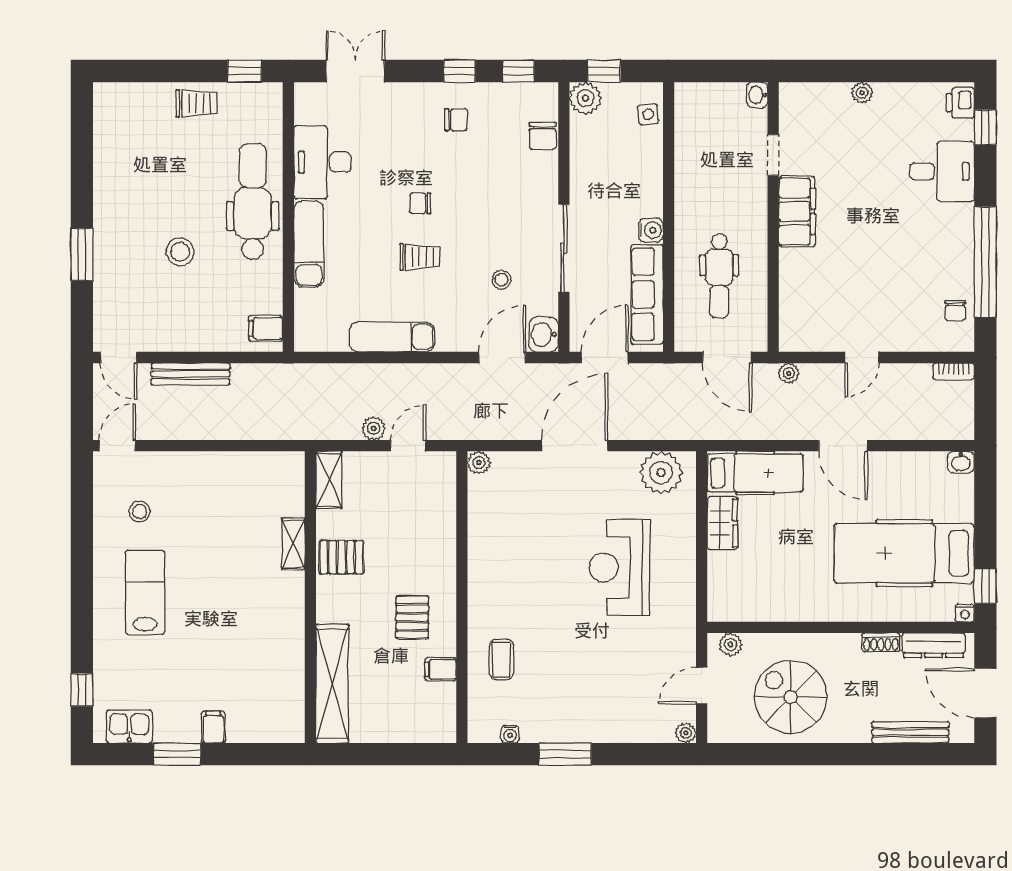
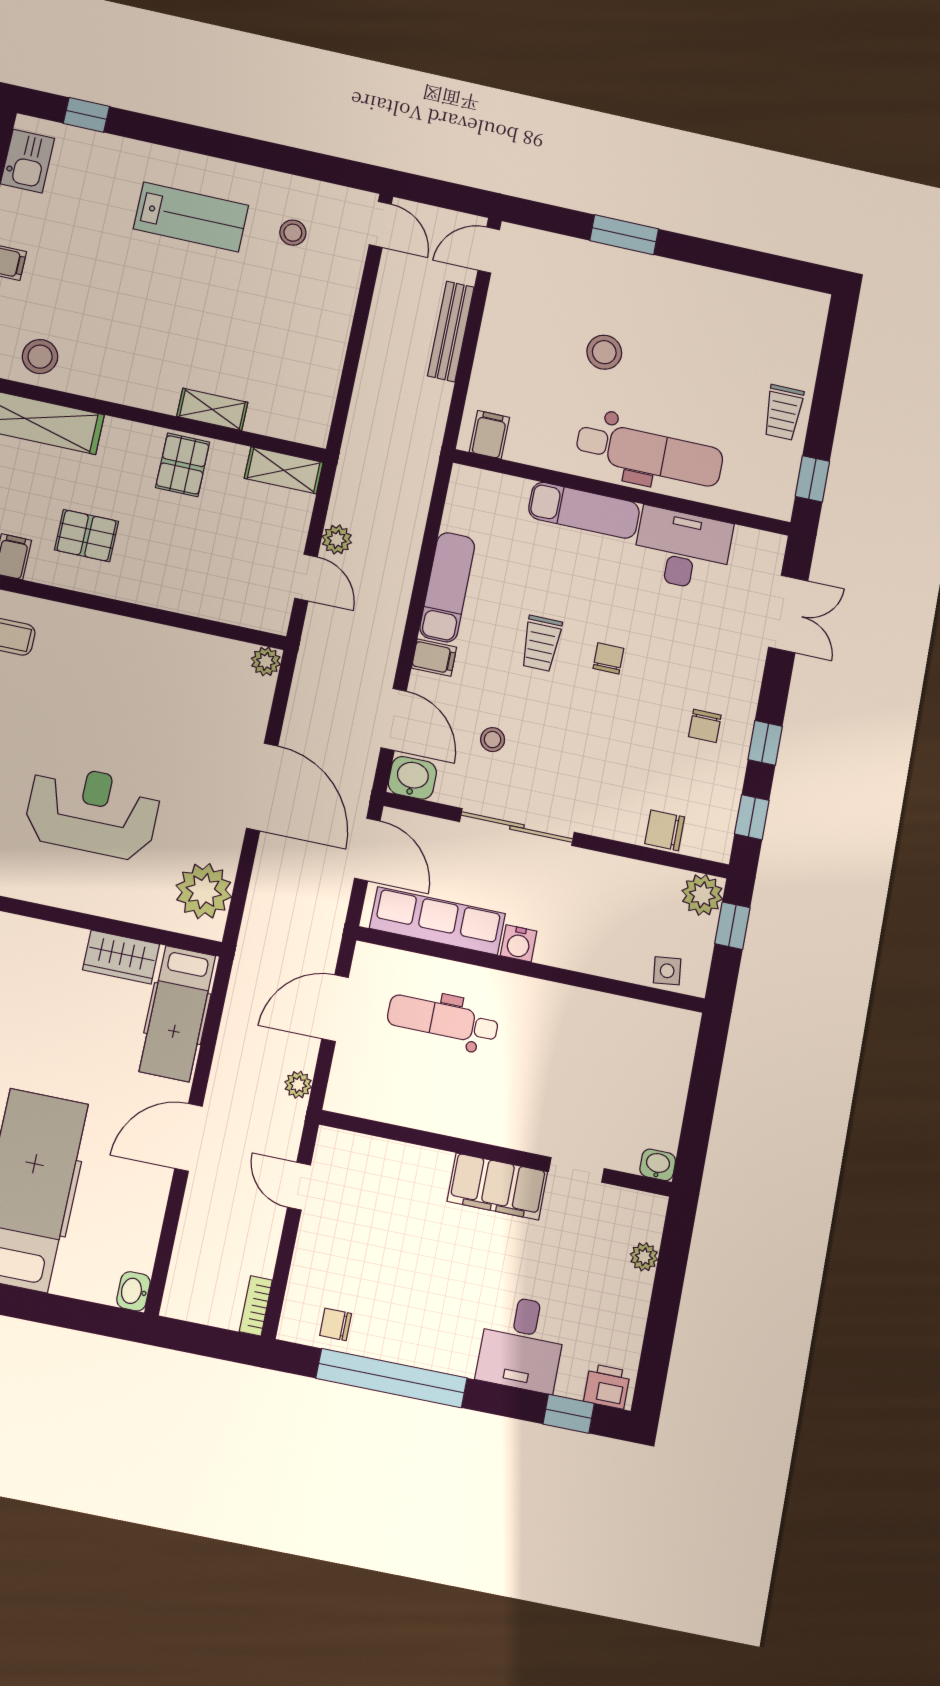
washbasin: (757, 95) -> (658, 1165), moved
doorway: (773, 155) -> (576, 1170), moved
filing cabinet: (797, 211) -> (497, 1186), moved
wall: (773, 217) -> (496, 1153), moved
filing cabinet: (448, 336) -> (434, 658), added
stool: (281, 683) -> (40, 357), added

